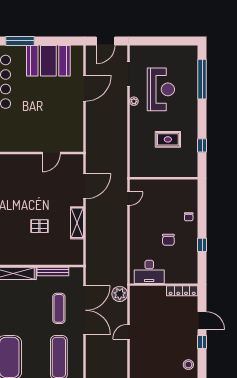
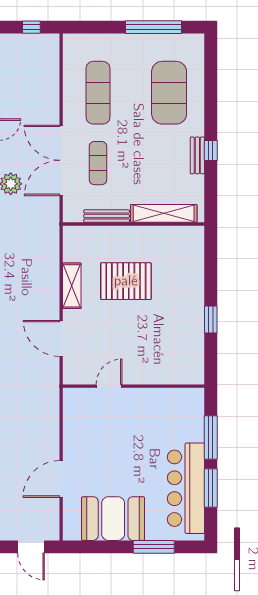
door: (106, 41) -> (31, 547), swing flipped
door: (85, 186) -> (61, 338), hinge flipped
pallet: (39, 226) -> (126, 281), width x2.05, depth x2.00

